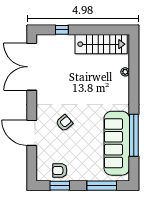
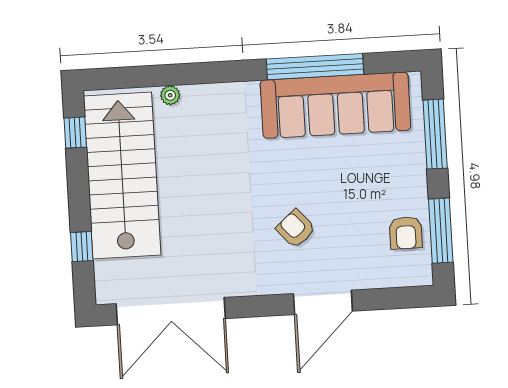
window: (111, 30) -> (75, 133), added
stairs: (101, 44) -> (122, 176), width x1.36, depth x1.51
window: (60, 186) -> (441, 231), width x1.44

